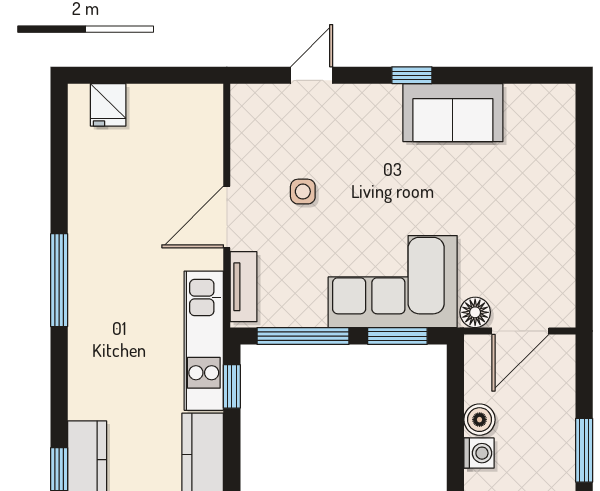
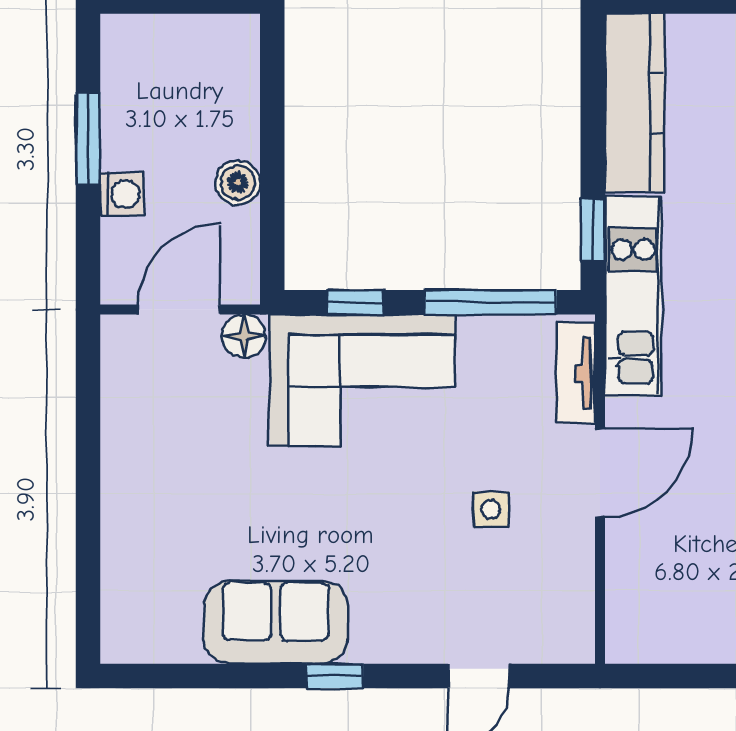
window: (397, 336) -> (355, 302), width x0.67
washing machine: (479, 453) -> (122, 194), moved, turned 180

